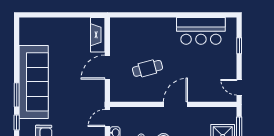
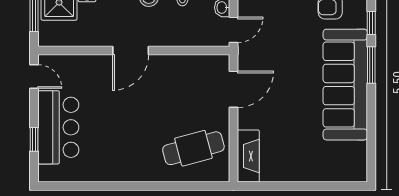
bar counter: (201, 31) -> (58, 127), moved, turned 90
door: (107, 67) -> (234, 89), moved
cafe table: (147, 68) -> (193, 148), moved, width x1.37, depth x1.35

